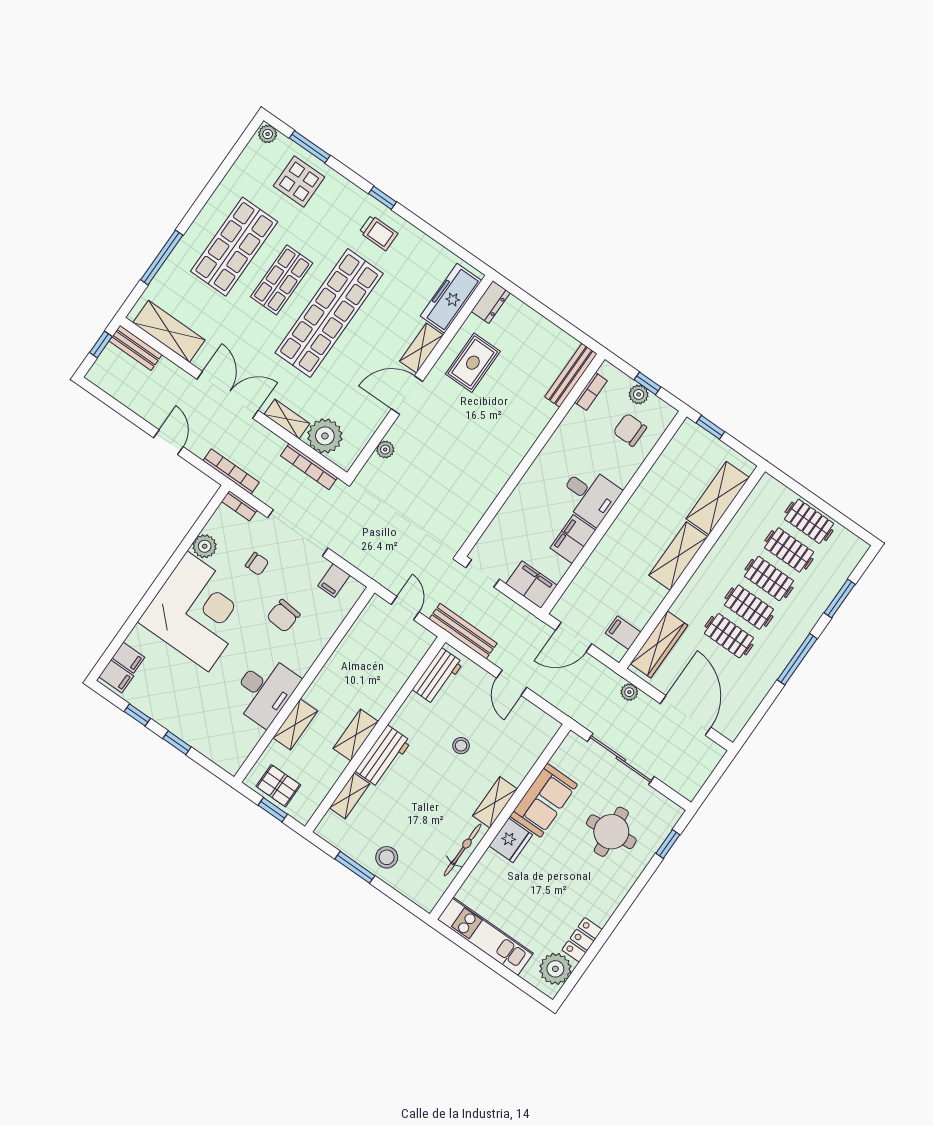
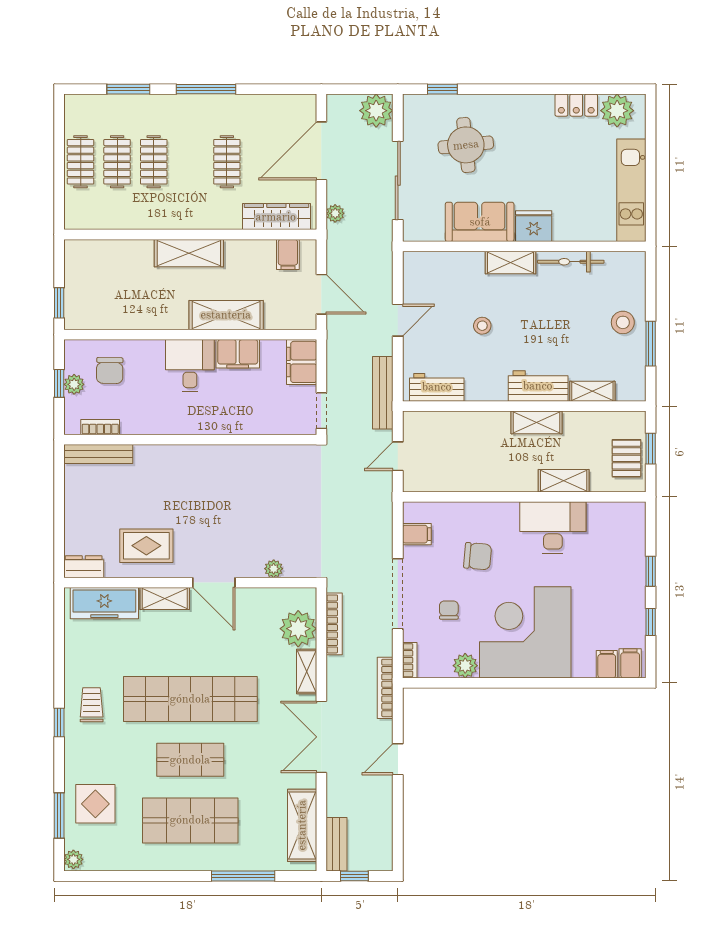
shelving: (718, 498) -> (226, 315), moved
clothes rail: (749, 607) -> (190, 162), removed
plant: (687, 780) -> (376, 111), added

